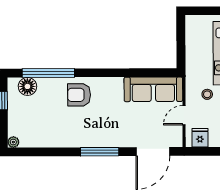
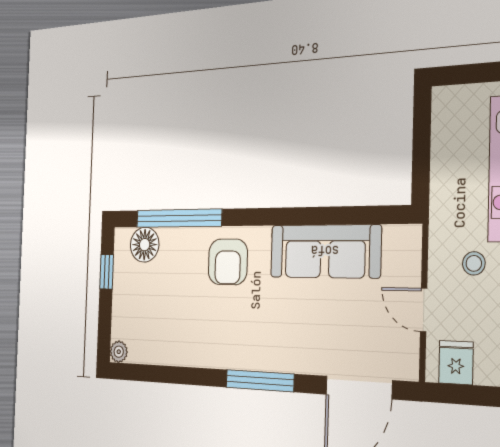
sofa: (153, 89) -> (325, 251), moved
armchair: (79, 95) -> (228, 262), turned -90
door: (184, 115) -> (424, 310), hinge flipped

